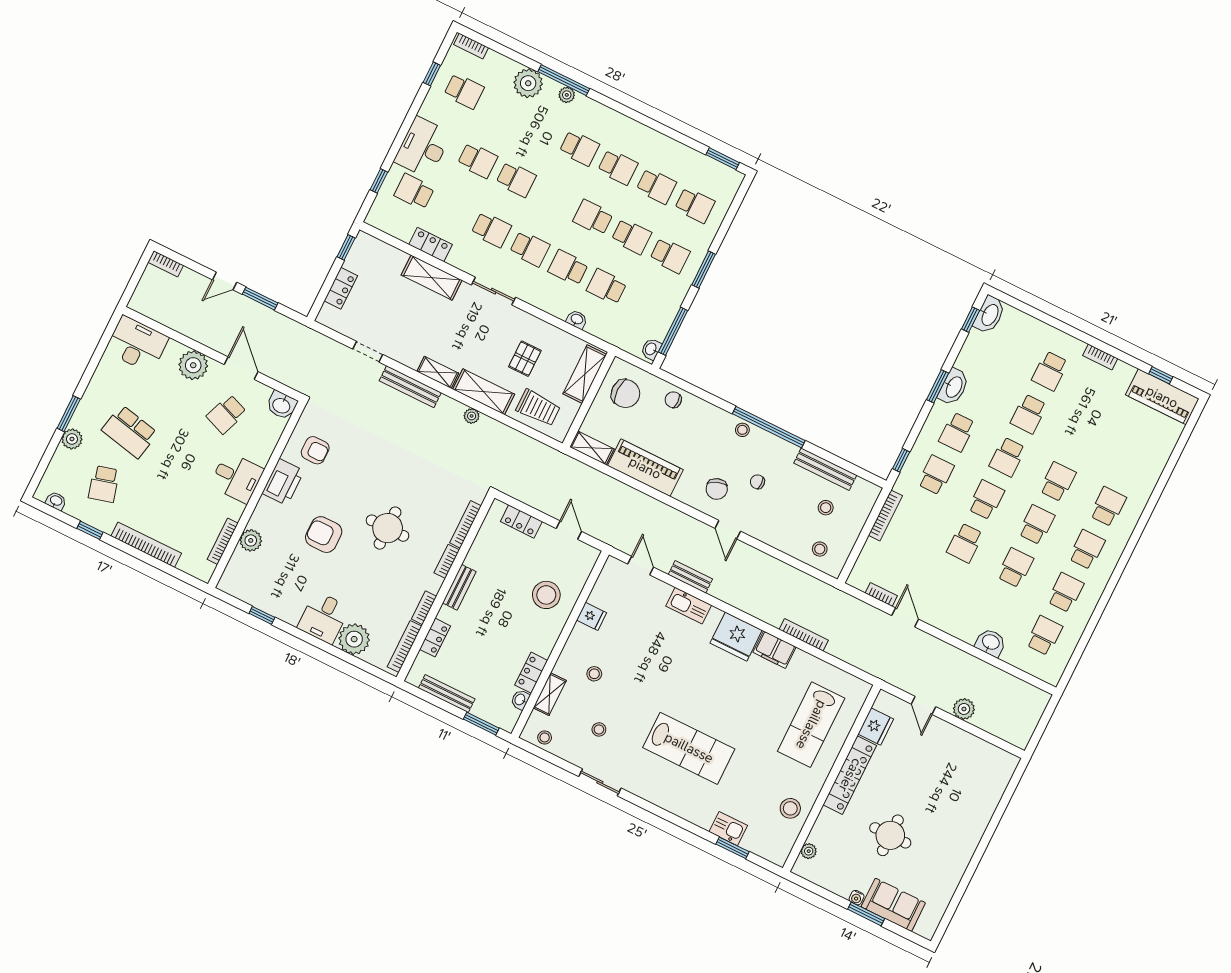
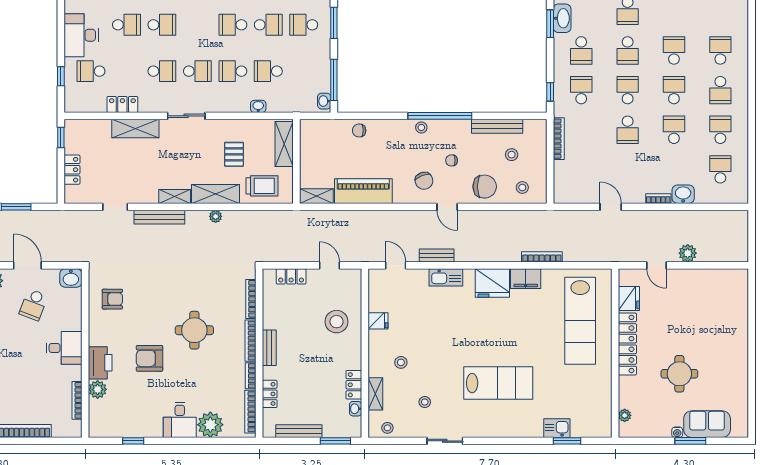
school desk: (670, 255) -> (304, 25), turned 180
chair: (625, 394) -> (485, 187), moved
printer: (283, 482) -> (100, 363), moved
school desk: (1087, 550) -> (720, 90), turned 180
bookcase: (447, 561) -> (251, 341), width x1.56
bookcase: (881, 594) -> (658, 199), moved
lab bench: (811, 725) -> (580, 321), width x1.36
stool: (790, 808) -> (595, 390), removed

